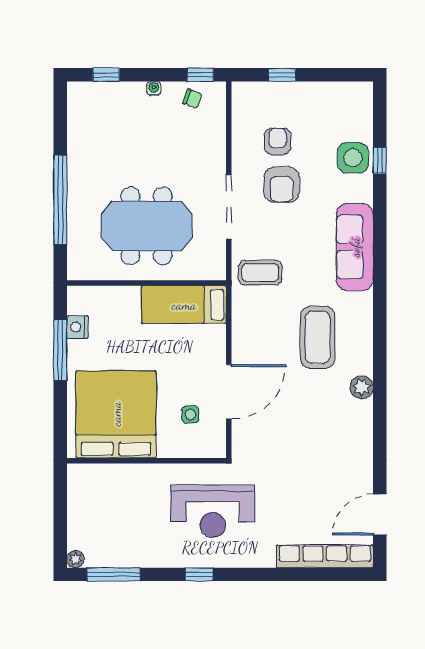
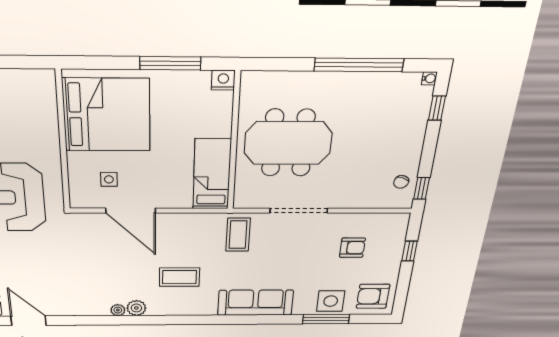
water cooler: (154, 88) -> (429, 78), moved
window: (380, 160) -> (326, 319), width x2.17
armchair: (282, 185) -> (373, 296), moved
window: (60, 200) -> (359, 65), moved
meeting table: (147, 226) -> (288, 143), turned 90
nightstand: (77, 327) -> (223, 80), moved
coffee table: (318, 337) -> (179, 277), width x0.73, depth x0.76
plant: (365, 409) -> (118, 310), added

